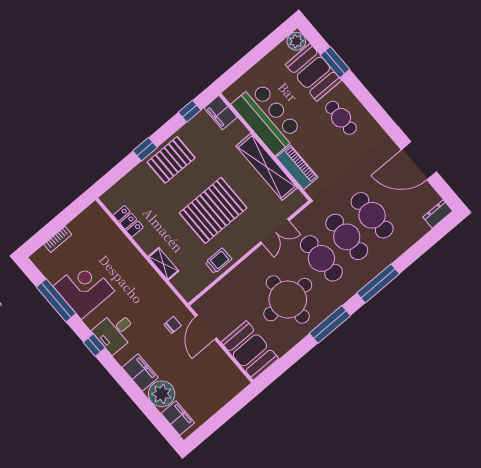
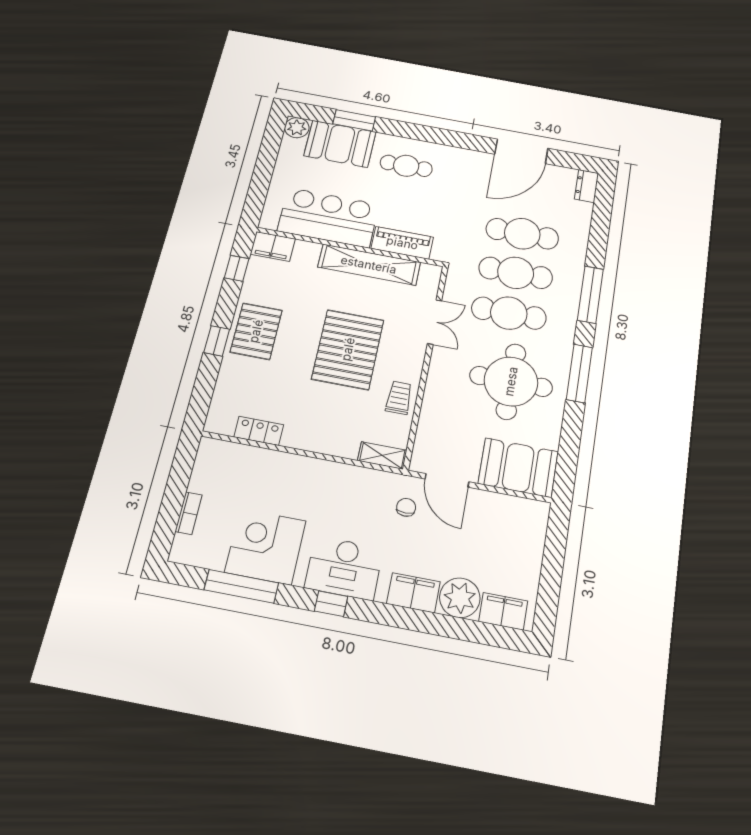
shelving: (163, 264) -> (382, 456), moved
desk: (115, 332) -> (344, 568), width x1.37

